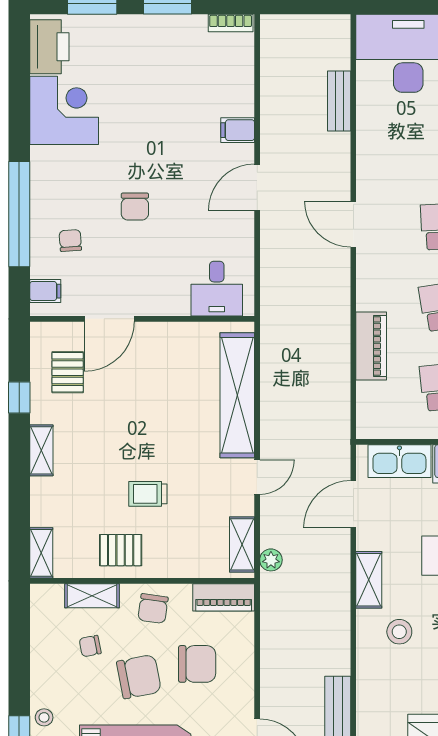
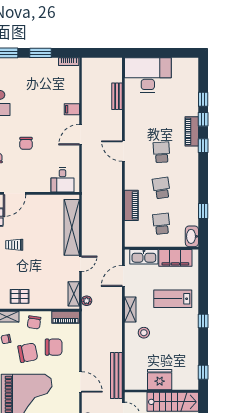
trolley: (148, 494) -> (14, 245), moved

